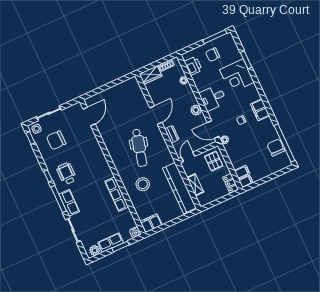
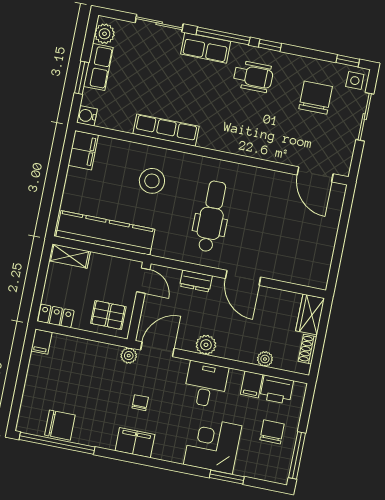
dental chair: (139, 148) -> (211, 216), turned 76
filing cabinet: (242, 172) -> (252, 384), moved
shelving: (195, 185) -> (70, 256), moved

